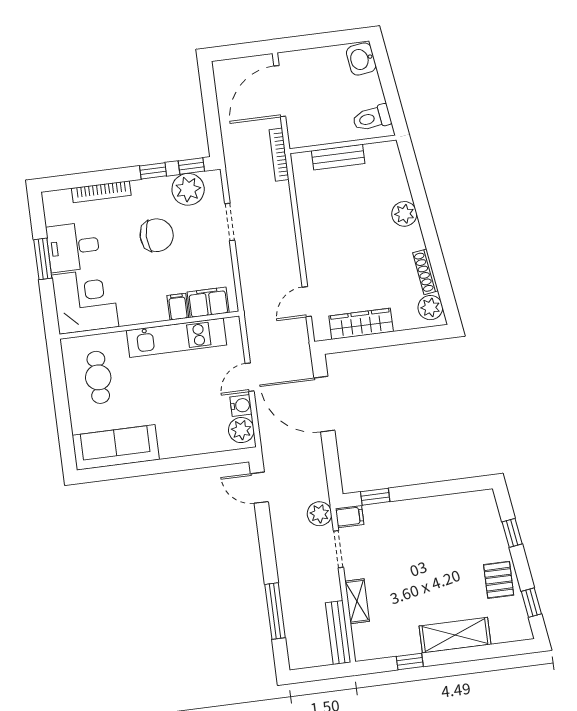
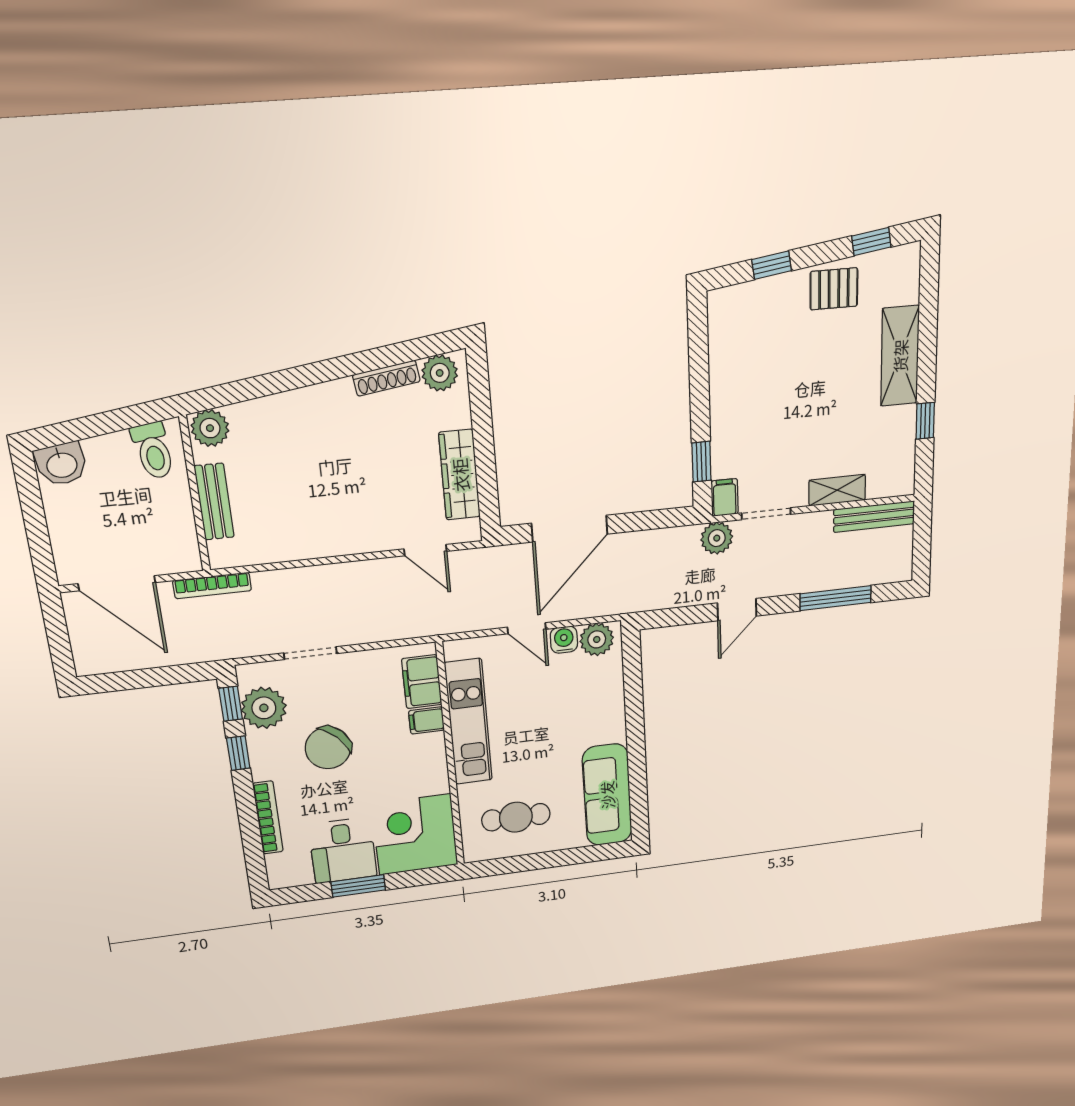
plant: (404, 214) -> (210, 428), moved
chair: (157, 235) -> (328, 748), turned -134
door: (259, 488) -> (737, 610), moved

